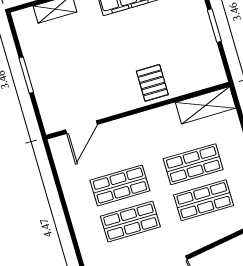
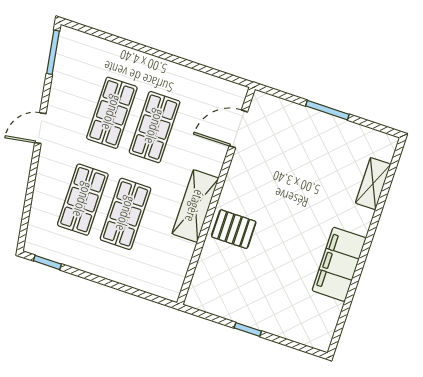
window: (214, 26) -> (248, 330), width x0.67
shelving: (206, 105) -> (195, 206), moved
door: (81, 127) -> (238, 129), hinge flipped

